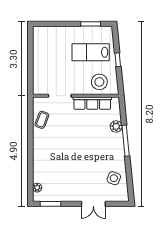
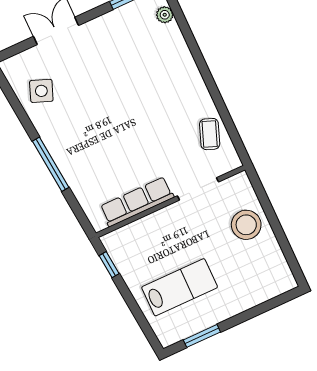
window: (118, 60) -> (109, 265), moved
stool: (99, 82) -> (246, 225), moved
plant: (116, 126) -> (78, 181), removed

